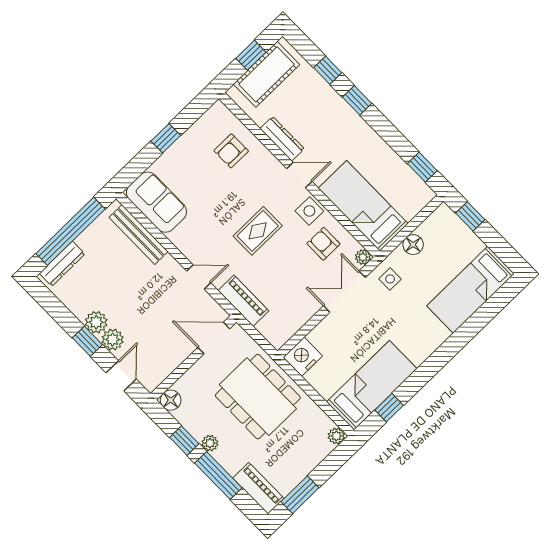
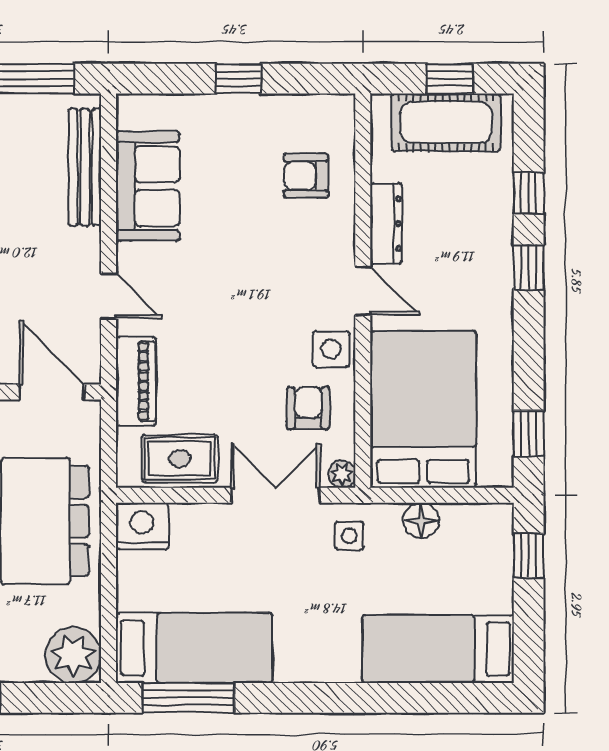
sofa: (156, 202) -> (148, 186), moved
bed: (363, 206) -> (423, 409), width x1.50
rug: (258, 231) -> (180, 459), moved
window: (389, 408) -> (188, 698), width x2.17
plant: (336, 436) -> (73, 655), width x1.88, depth x1.88

